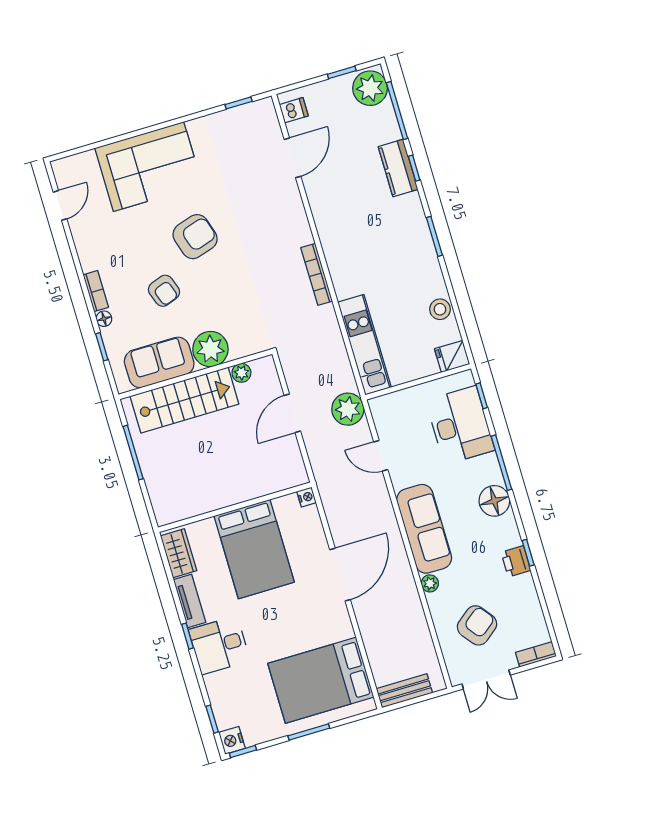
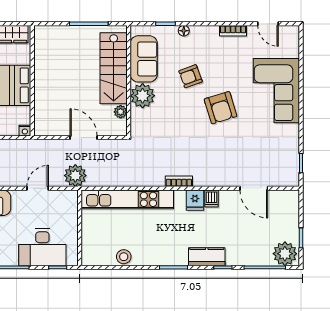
dishwasher: (294, 110) -> (212, 198), moved
kitchen counter: (398, 168) -> (207, 257), moved
bookcase: (317, 274) -> (179, 181), width x0.64
bookcase: (96, 291) -> (233, 31), moved
kitchen unit: (365, 345) -> (127, 199), width x1.36
fridge: (452, 356) -> (195, 200), moved, turned 180

